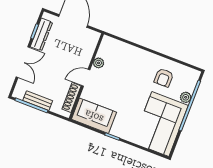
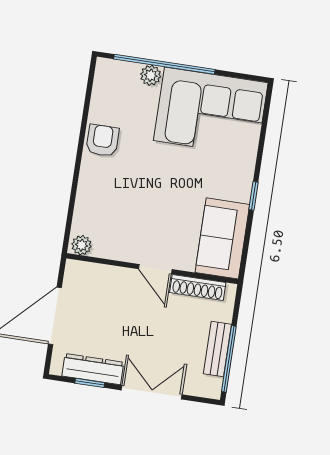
plant: (99, 63) -> (82, 245), moved
armchair: (164, 78) -> (103, 141), moved, turned -90

